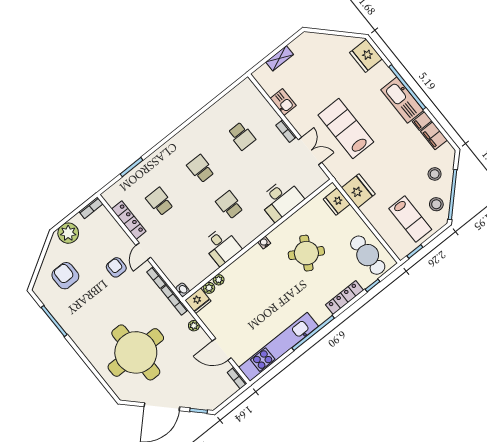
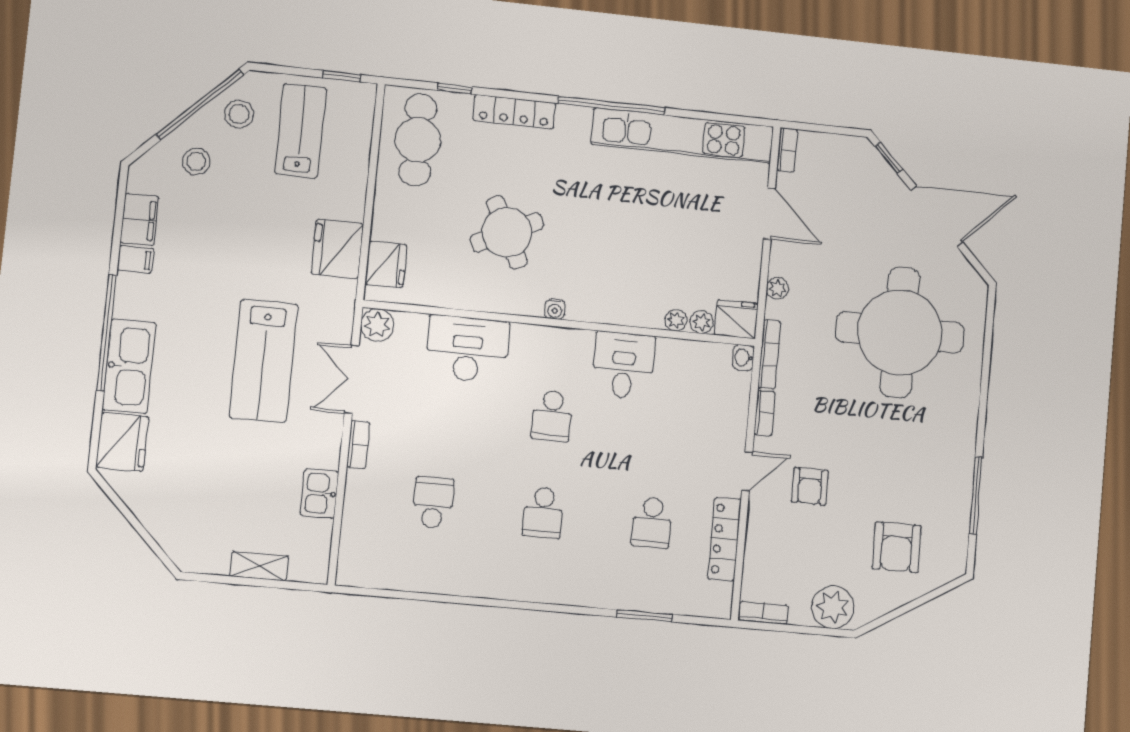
kitchen sink: (402, 100) -> (129, 366), moved
plant: (319, 178) -> (377, 325), added
round table: (306, 253) -> (507, 232), turned 34

